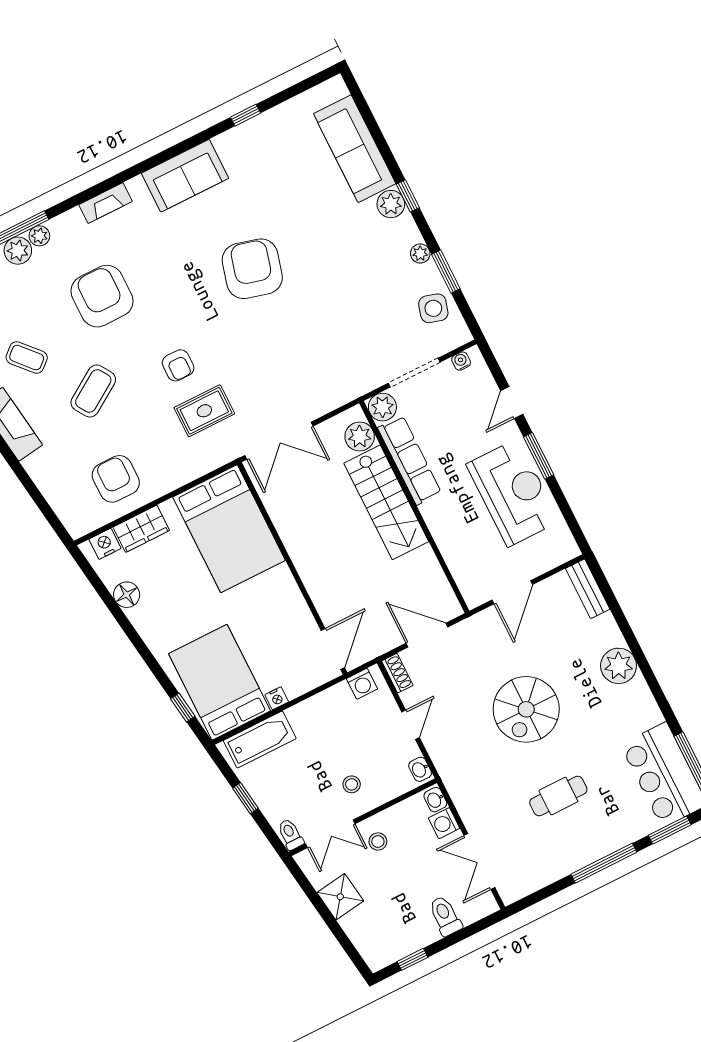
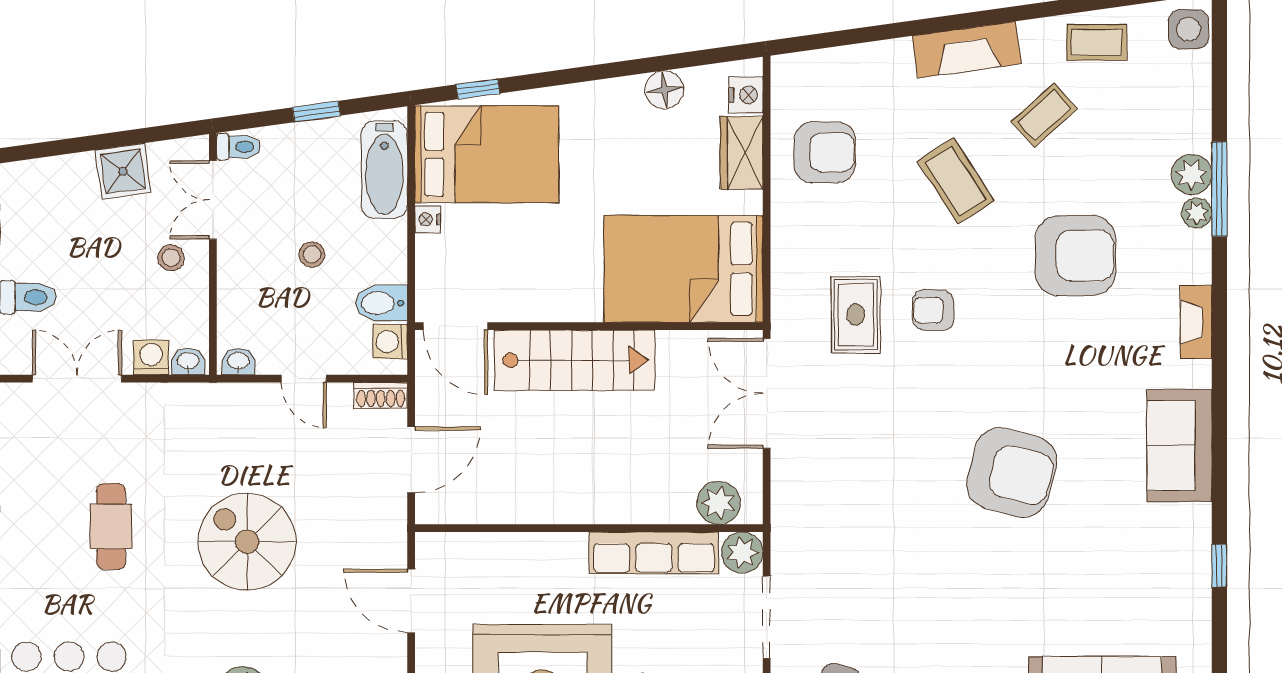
stairs: (386, 502) -> (575, 360), moved, turned 180
bidet: (341, 701) -> (381, 303), added
stool: (352, 784) -> (312, 254), moved

